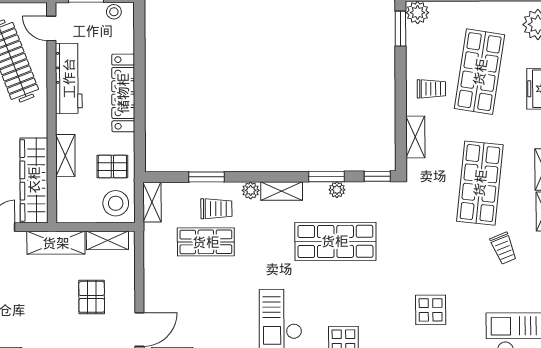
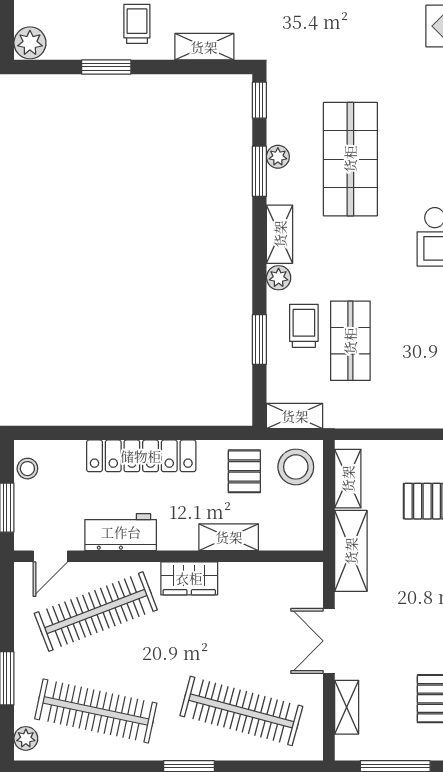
window: (400, 29) -> (106, 67), moved
workbench: (69, 78) -> (121, 532), width x0.73
wardrobe: (34, 180) -> (189, 578), moved, width x0.48, depth x0.85

